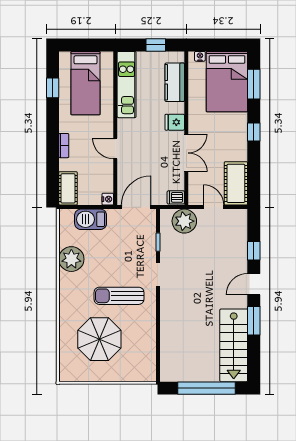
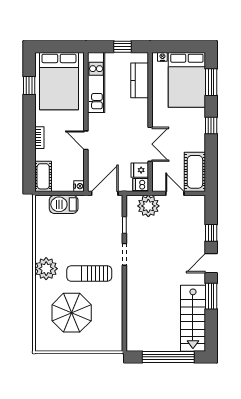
bed: (85, 83) -> (59, 81), width x1.50
fridge: (175, 122) -> (140, 170), moved
plant: (71, 259) -> (46, 269), moved

